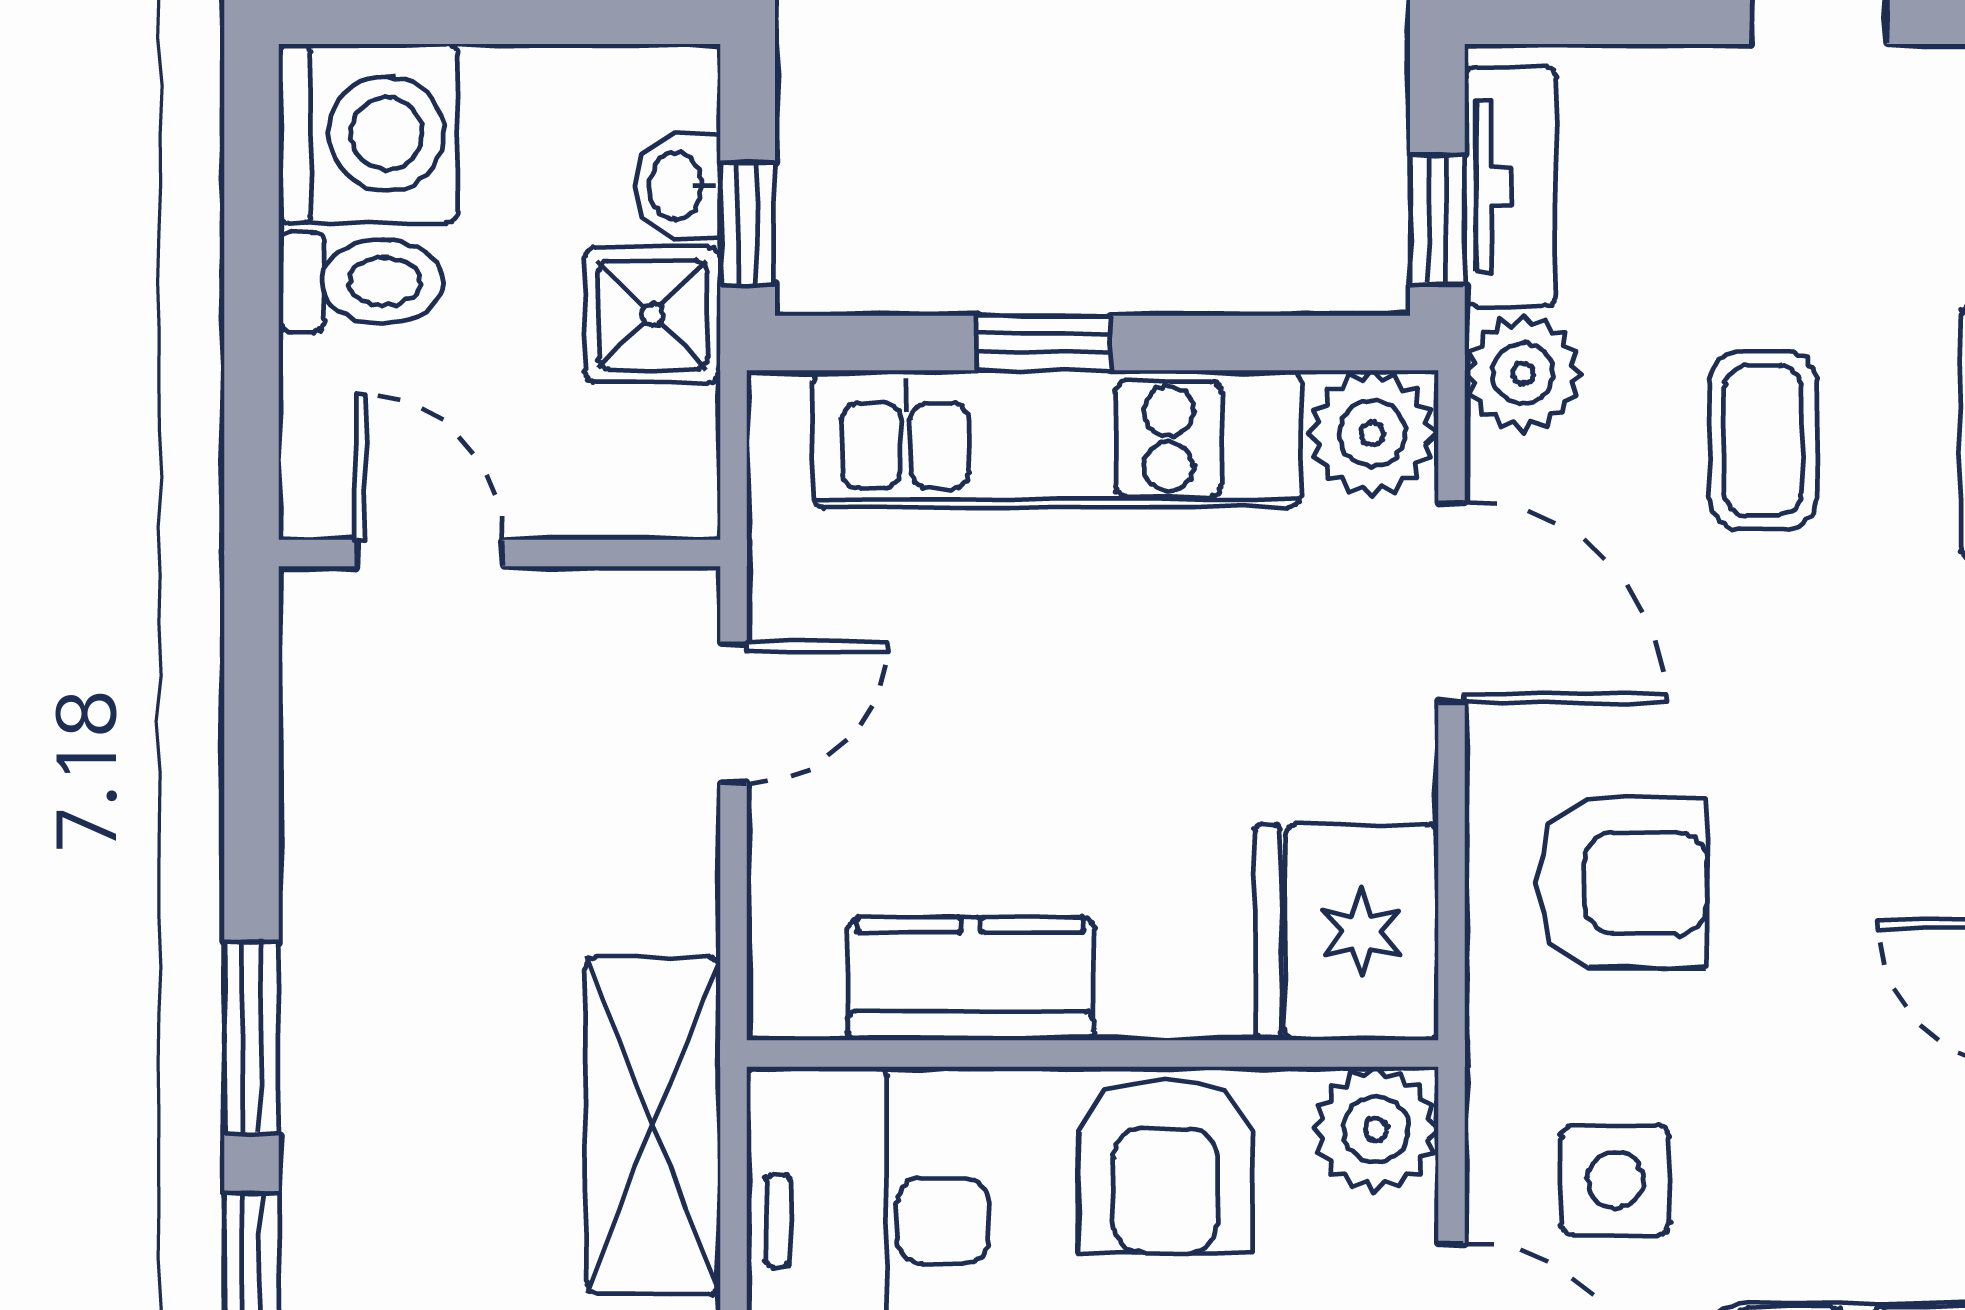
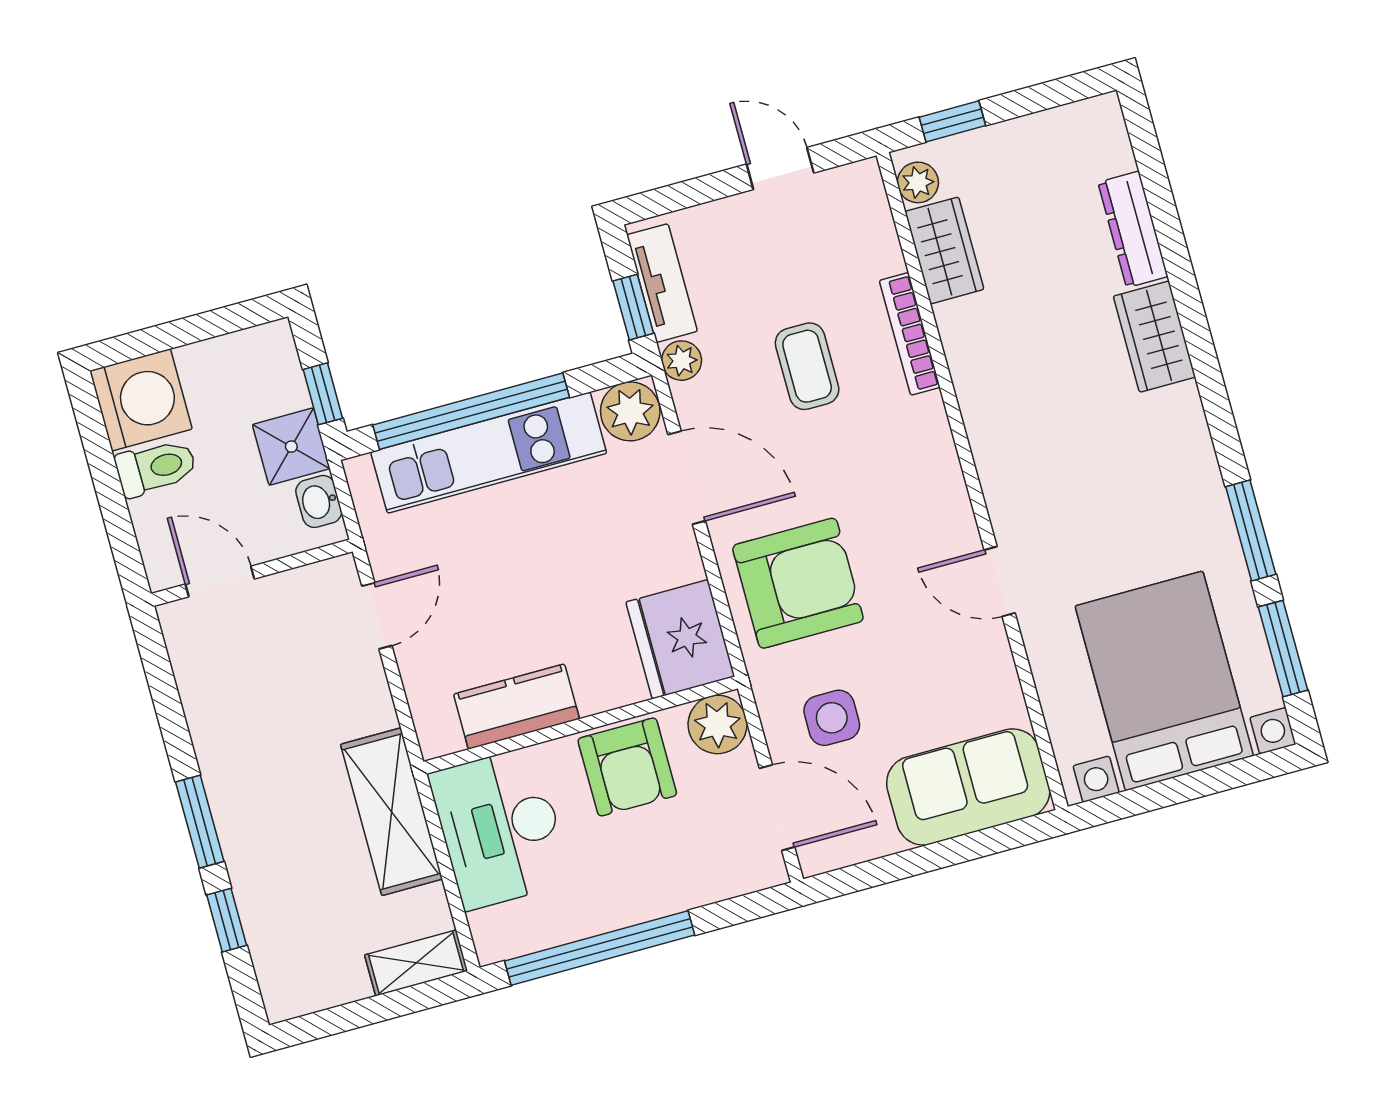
washbasin: (678, 186) -> (319, 501), moved
window: (1044, 343) -> (471, 411), width x3.17
plant: (1523, 373) -> (682, 361), width x0.73, depth x0.73
armchair: (1622, 883) -> (798, 583), width x1.36, depth x1.36

